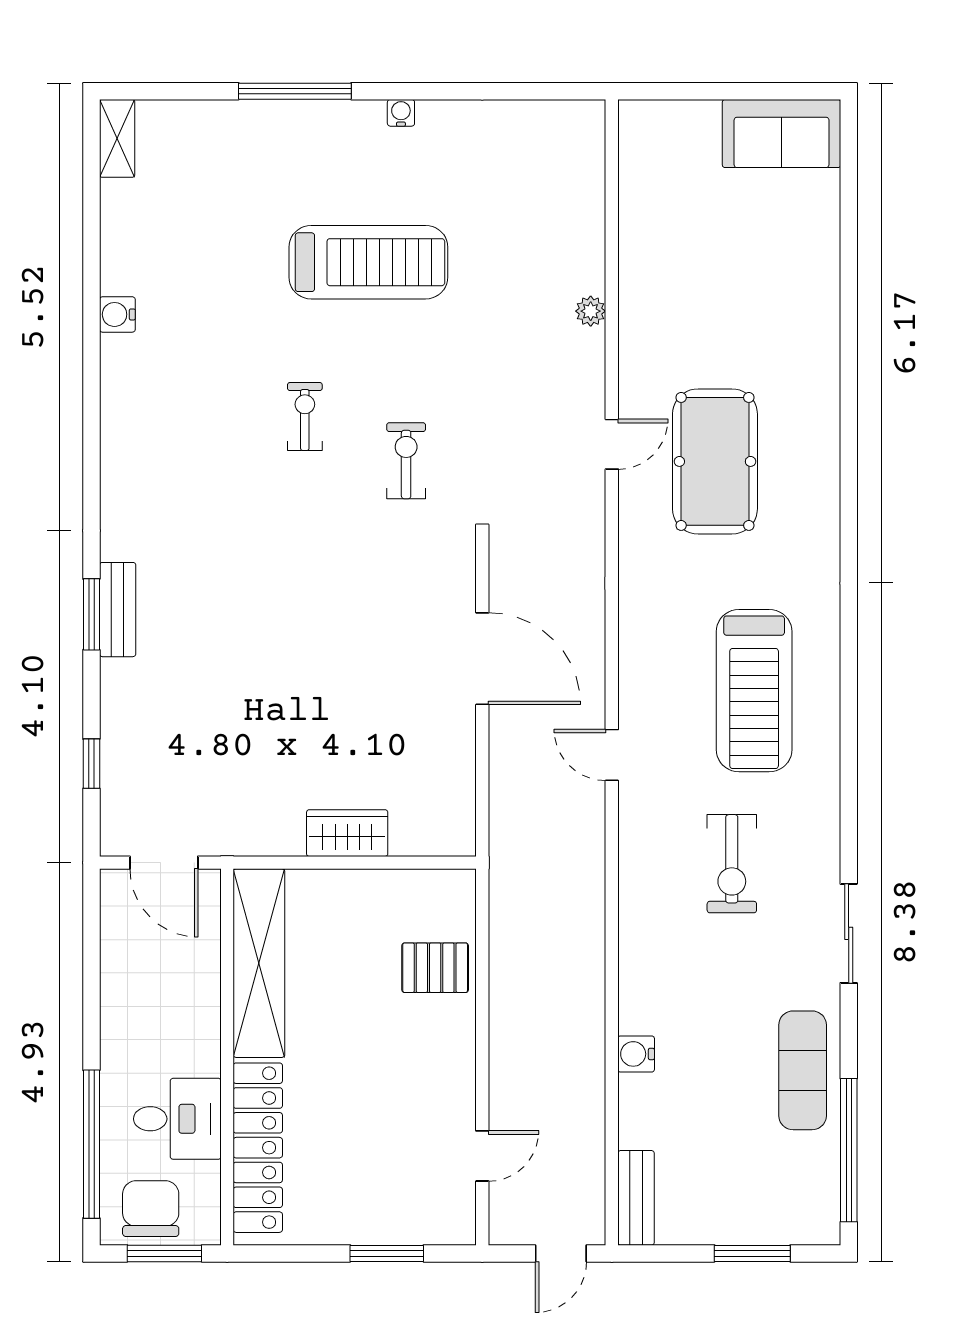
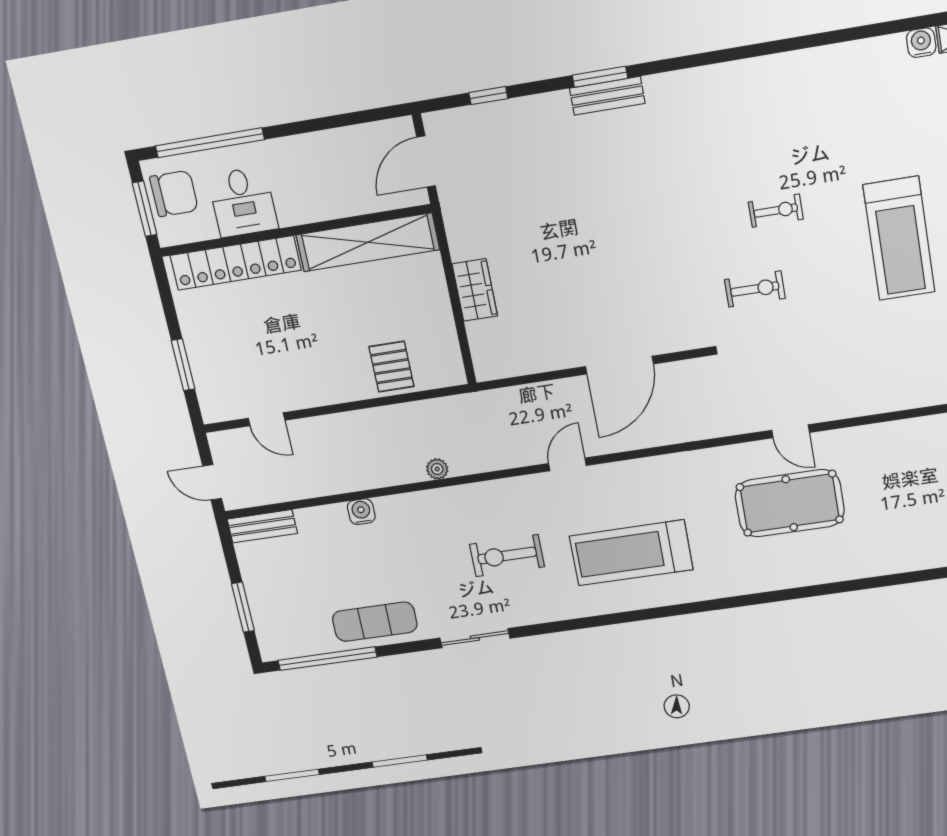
plant: (591, 311) -> (437, 469), moved
water cooler: (117, 314) -> (921, 43), moved

